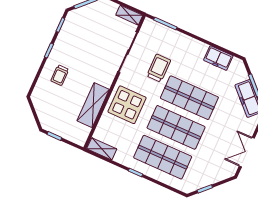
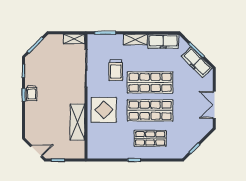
freezer: (218, 58) -> (163, 41), width x1.40
trolley: (159, 68) -> (116, 70), turned 180
trolley: (60, 75) -> (32, 93), moved
door: (36, 116) -> (36, 151), added
shelving: (102, 149) -> (135, 40), moved
shop shelf: (163, 157) -> (150, 138), width x0.70, depth x0.74

